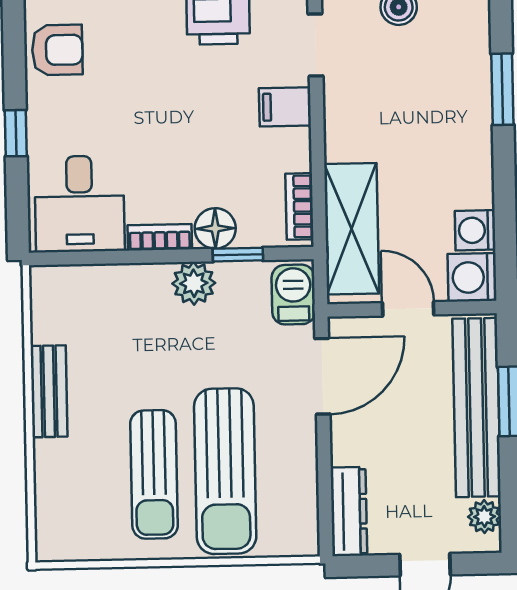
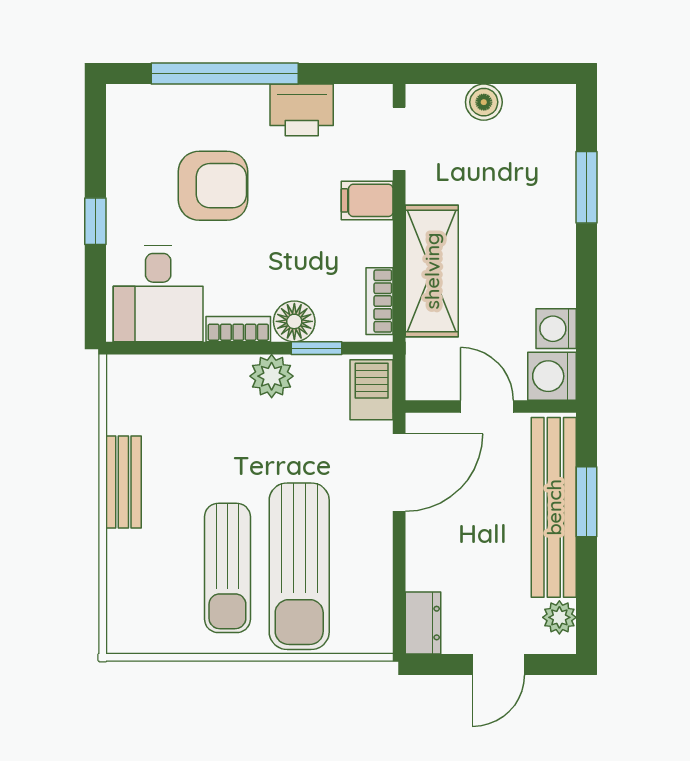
armchair: (57, 50) -> (213, 186), moved, width x1.38, depth x1.38
shelving: (352, 229) -> (432, 271), moved
dresser: (349, 511) -> (423, 623), width x0.70

